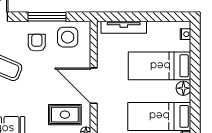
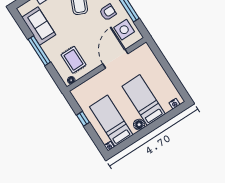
tv unit: (124, 27) -> (153, 61), removed
door: (94, 86) -> (115, 59), moved

